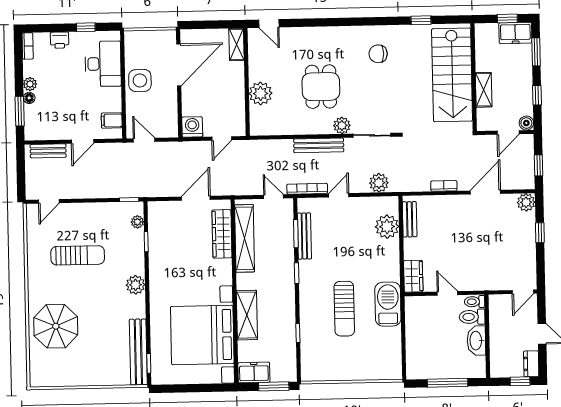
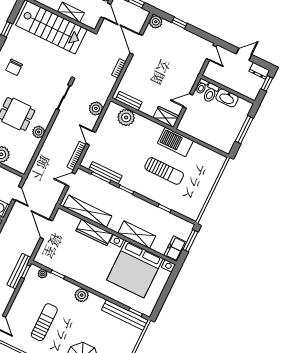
plant: (342, 125) -> (39, 132), moved
bench: (319, 145) -> (19, 271), moved
wardrobe: (222, 234) -> (94, 232), moved

